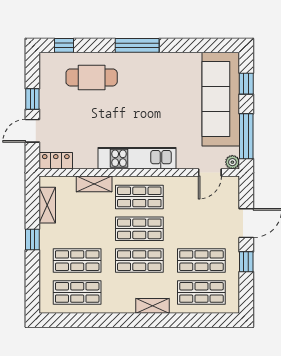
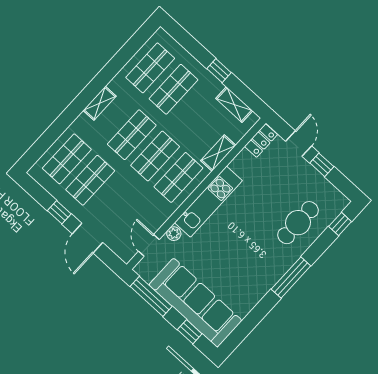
plant: (232, 162) -> (174, 234), moved
shelving: (153, 306) -> (100, 103), moved

